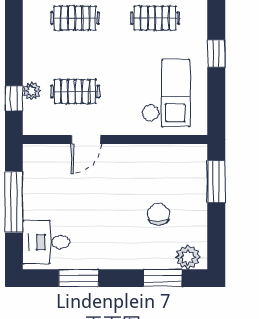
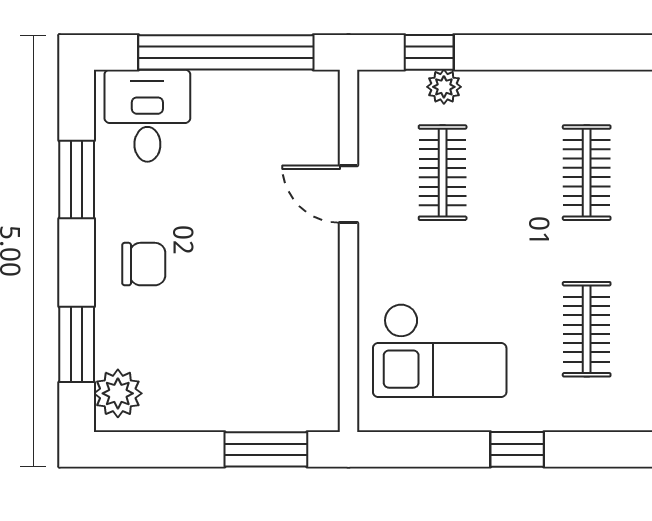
window: (14, 202) -> (226, 52), width x1.46
chair: (158, 214) -> (144, 264), moved

